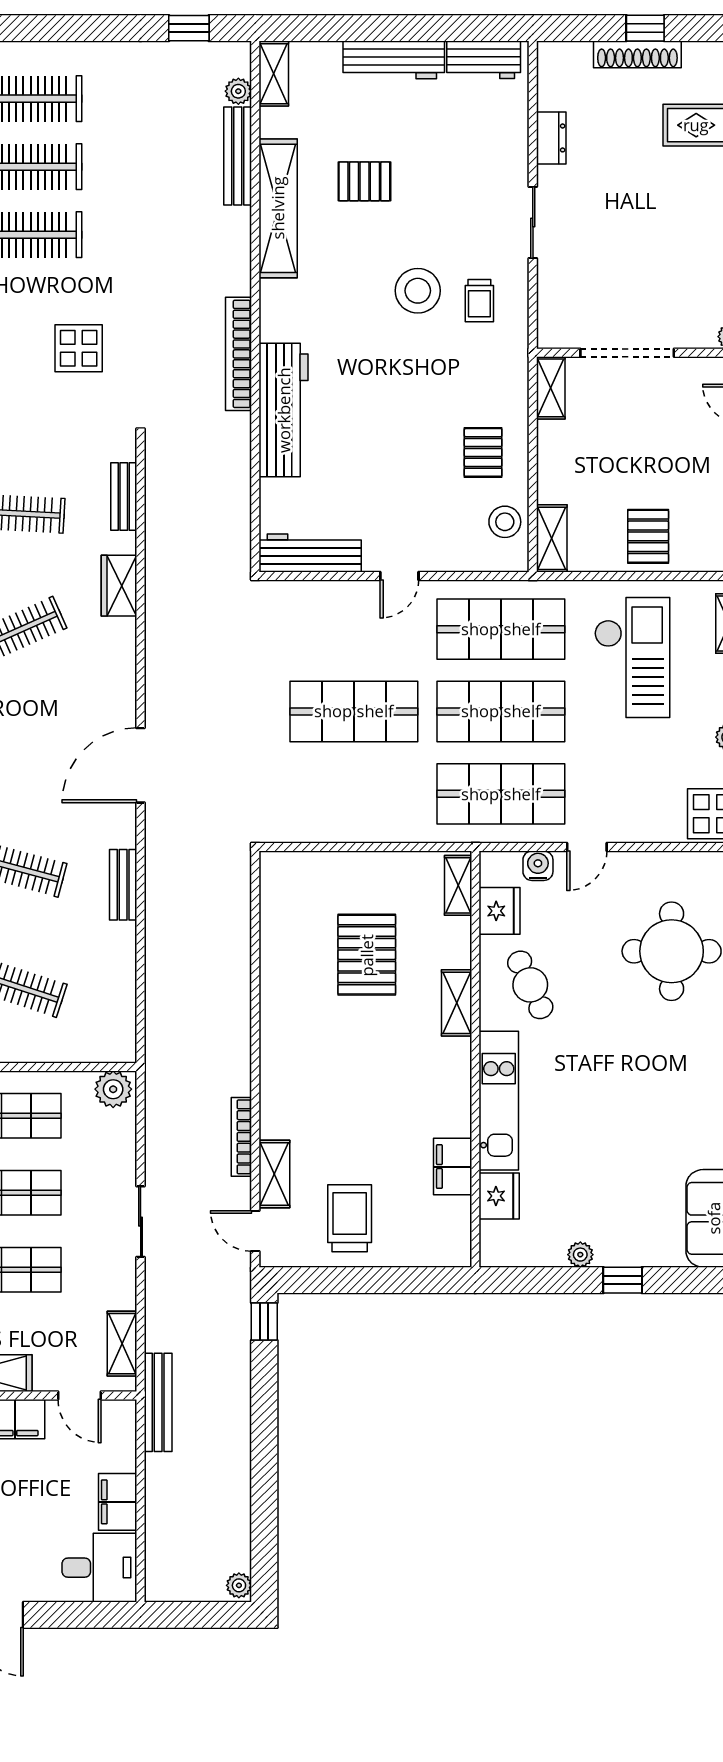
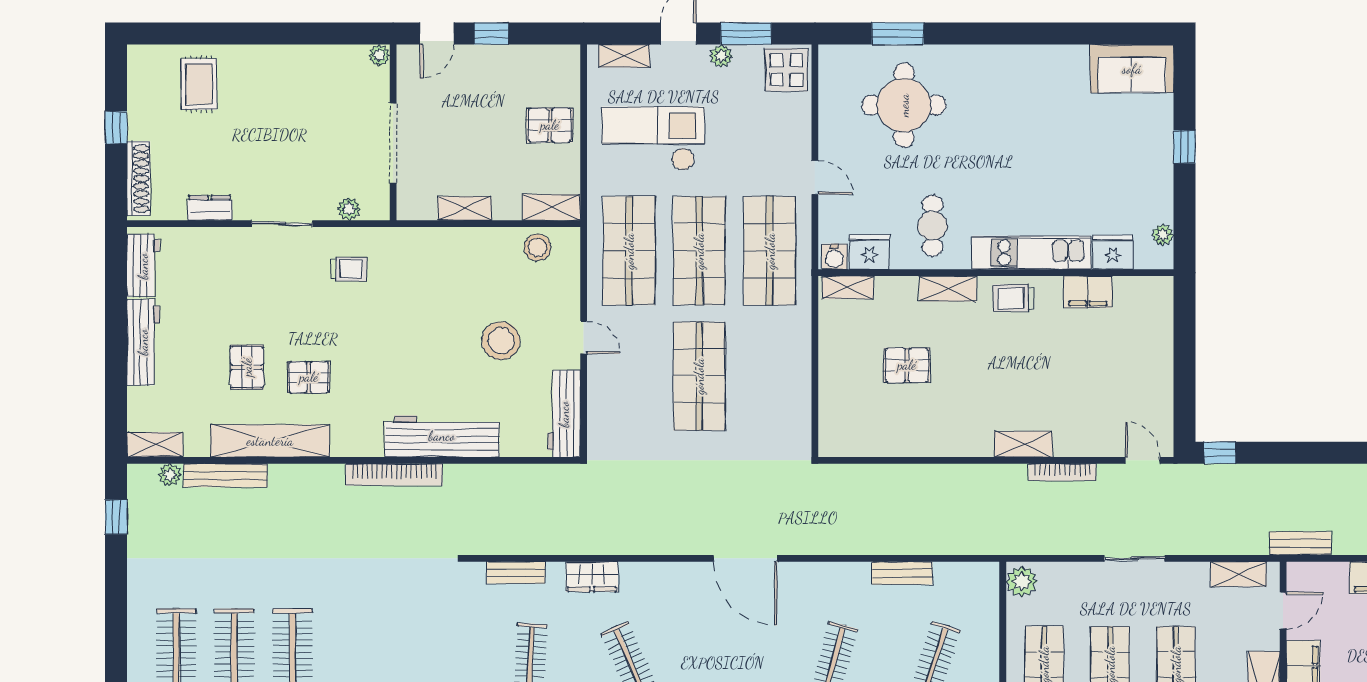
shoe rack: (637, 54) -> (138, 179), moved
stool: (418, 291) -> (501, 341), moved
plant: (550, 301) -> (349, 209), added
display table: (79, 348) -> (389, 611), removed
shelving: (551, 388) -> (465, 208), moved
pallet: (483, 452) -> (309, 377), moved
water cooler: (538, 866) -> (835, 257), moved, turned -90
bench: (123, 885) -> (902, 573), moved
pallet: (367, 955) -> (907, 365), width x0.67, depth x0.71
cafe table: (530, 985) -> (933, 226), turned -65
shelving: (274, 1174) -> (1023, 444), moved
trolley: (350, 1218) -> (1014, 298), moved, width x0.73, depth x0.72
door: (255, 1231) -> (1143, 460), swing flipped
plant: (580, 1255) -> (1163, 235), moved
bench: (158, 1402) -> (1300, 543), width x0.73

